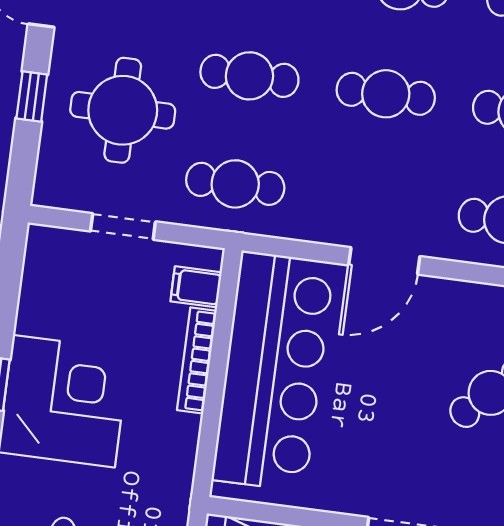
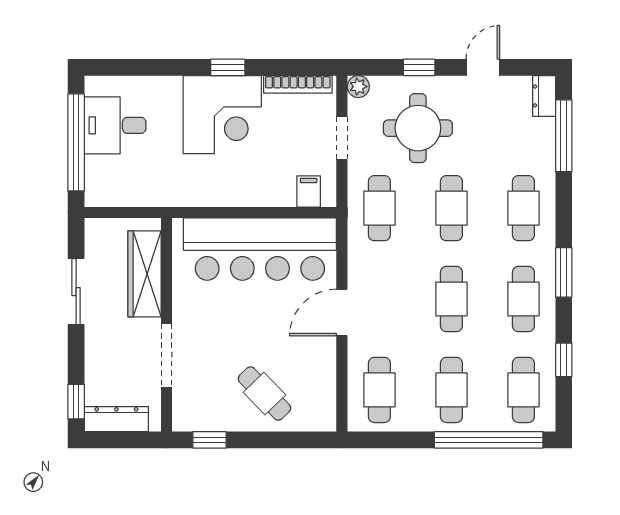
plant: (49, 191) -> (358, 87), added
door: (384, 261) -> (342, 312), hinge flipped
bookcase: (197, 360) -> (298, 84), moved, turned 180

